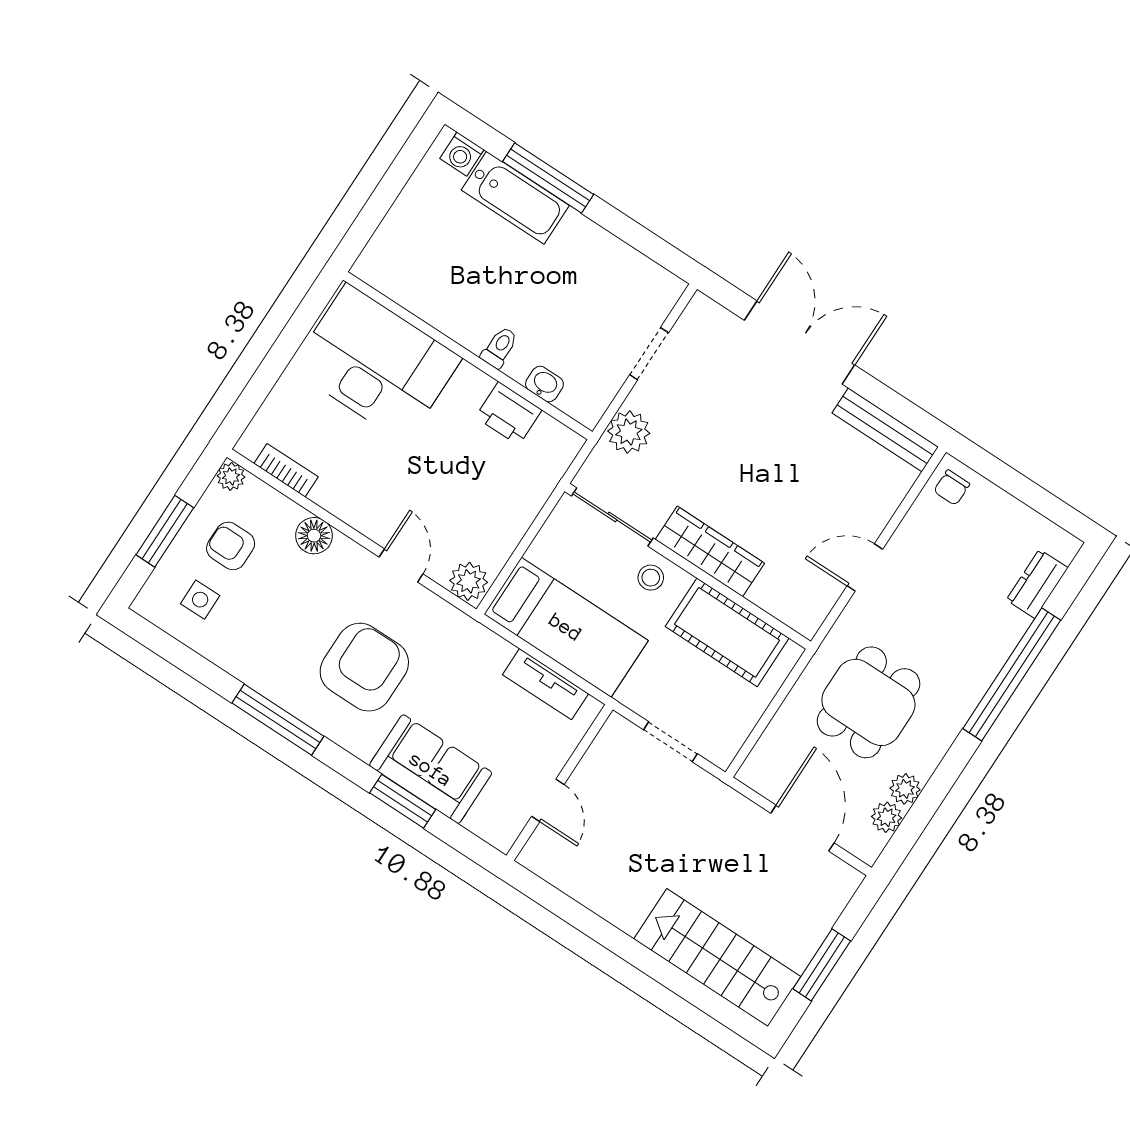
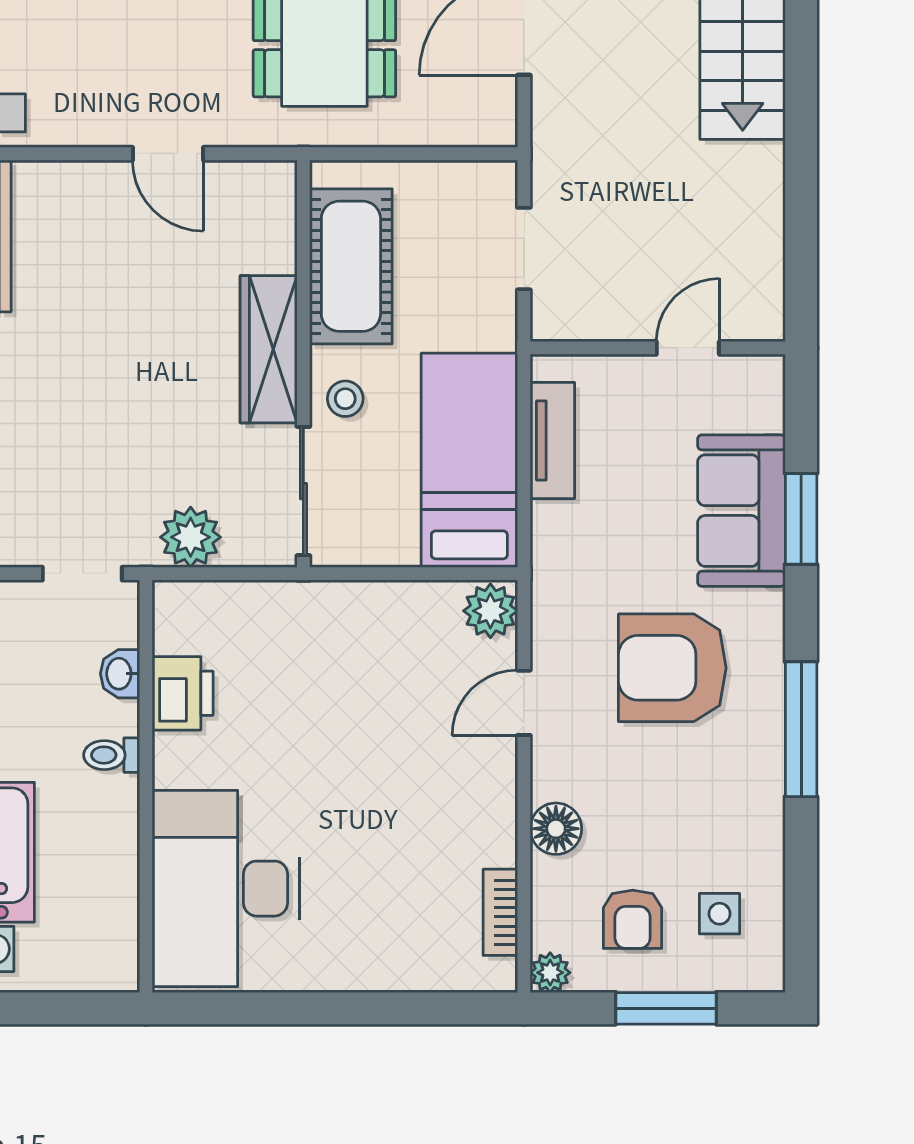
toilet: (500, 347) -> (112, 755), moved
wall: (468, 356) -> (146, 786), moved
desk: (376, 363) -> (226, 889), moved
washbasin: (544, 384) -> (120, 674), moved
printer: (509, 414) -> (183, 693), moved

